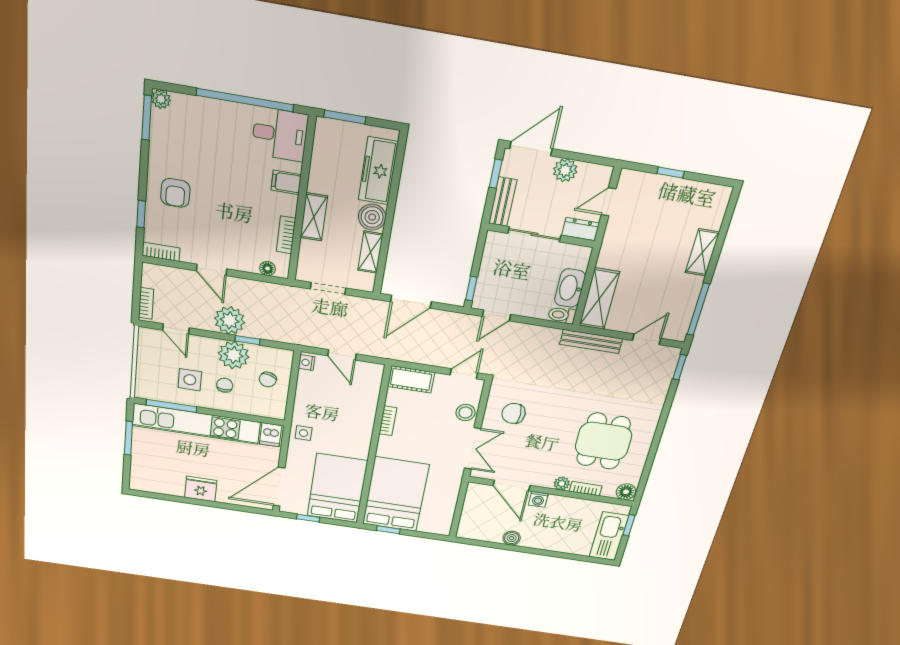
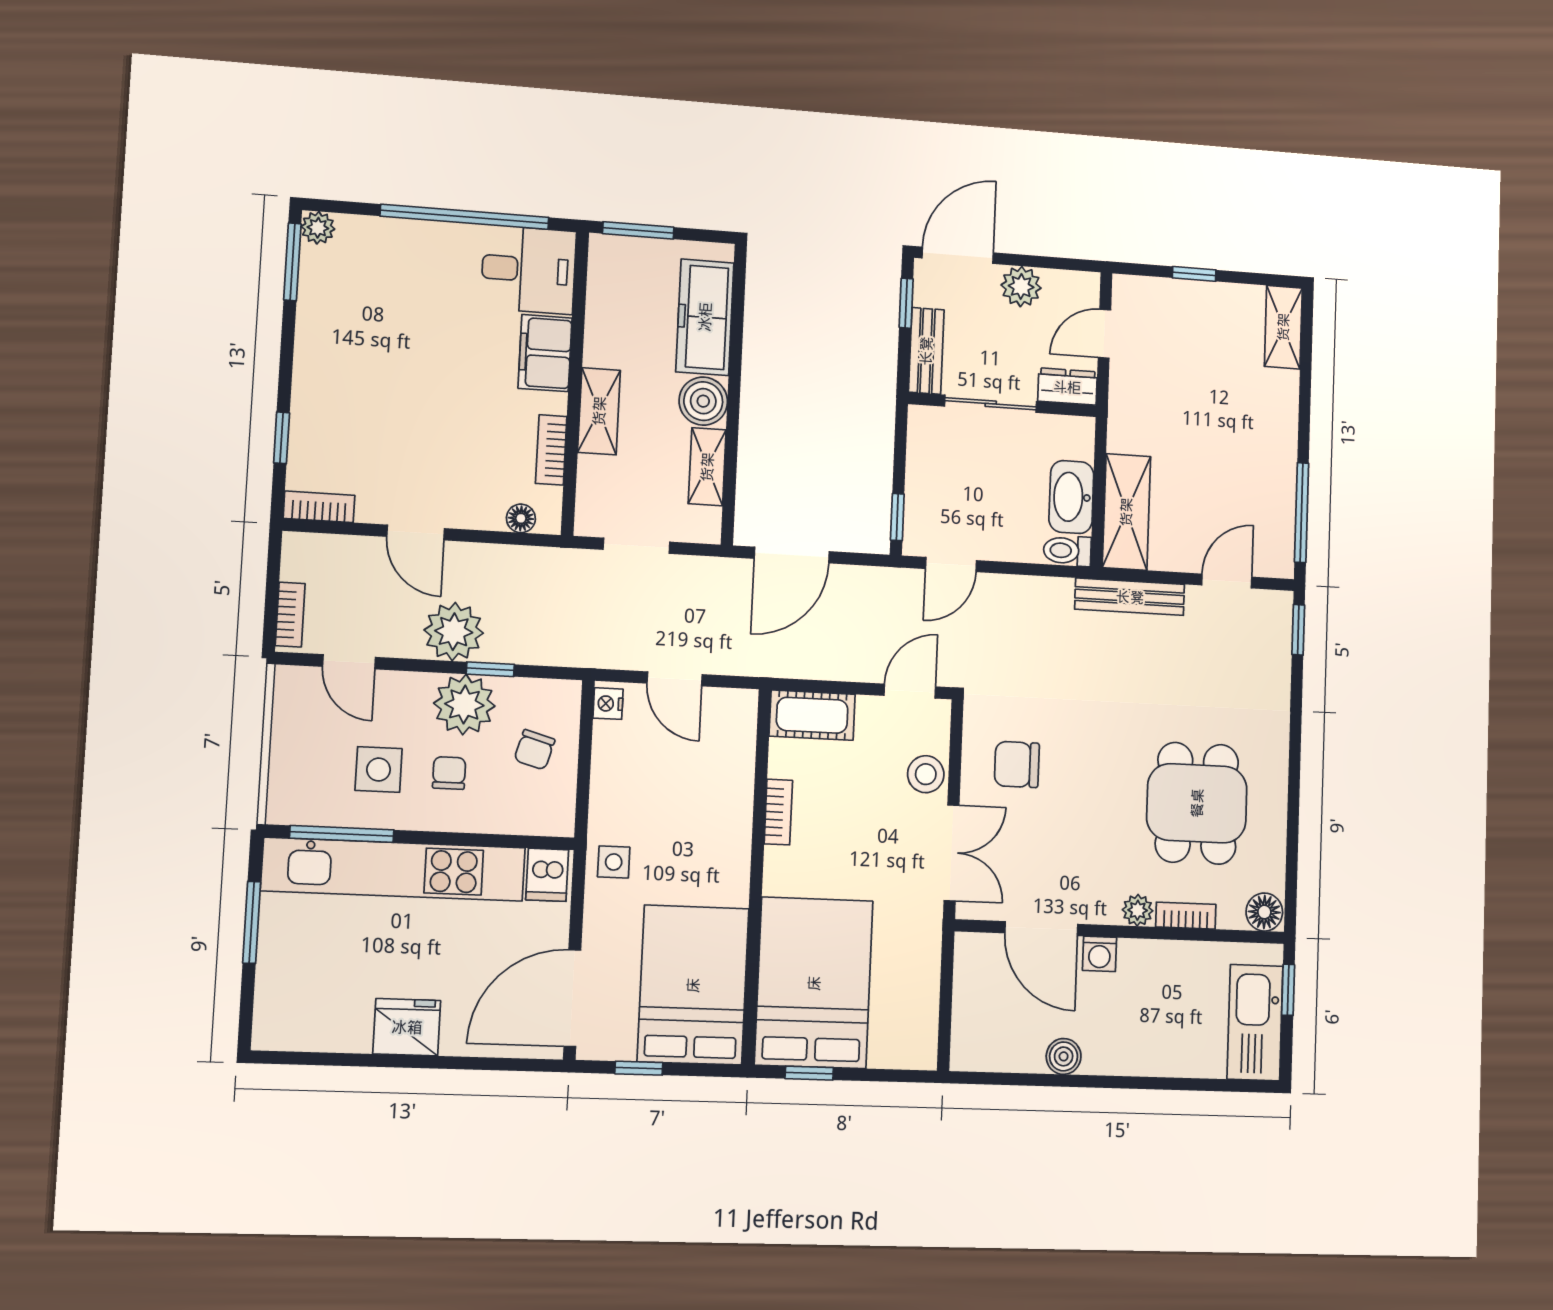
filing cabinet: (286, 182) -> (545, 353), width x2.00
armchair: (175, 193) -> (345, 392), removed
shelving: (702, 252) -> (1283, 327), moved

